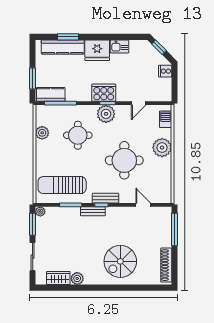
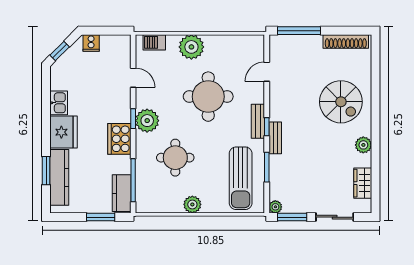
cooker: (104, 93) -> (119, 139), moved
plant: (42, 133) -> (192, 204), moved
plant: (77, 278) -> (363, 145), moved

